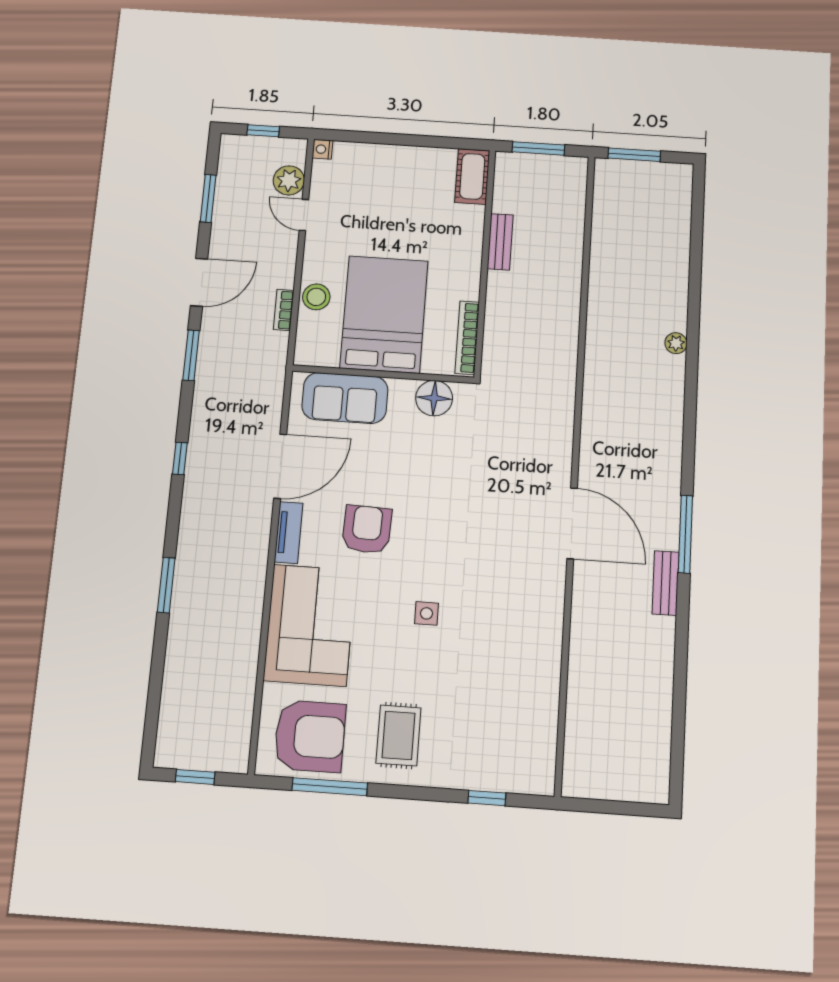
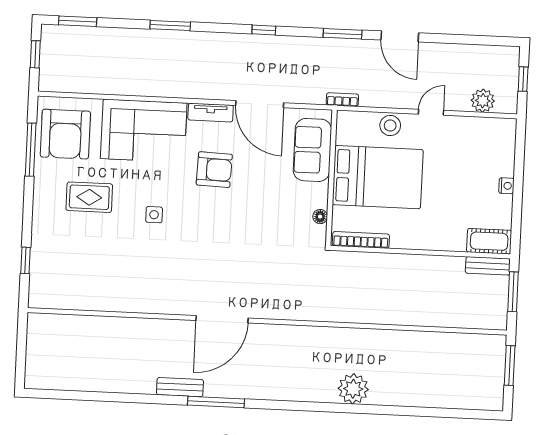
nightstand: (322, 149) -> (506, 186), moved, turned 90
window: (208, 198) -> (78, 21), moved
door: (304, 215) -> (431, 112), moved
bench: (500, 242) -> (488, 266), moved
bookcase: (284, 310) -> (342, 100), moved
plant: (676, 343) -> (353, 389), width x1.88, depth x1.88
floor lamp: (434, 398) -> (320, 217), width x0.53, depth x0.53
rug: (398, 735) -> (89, 197), moved

